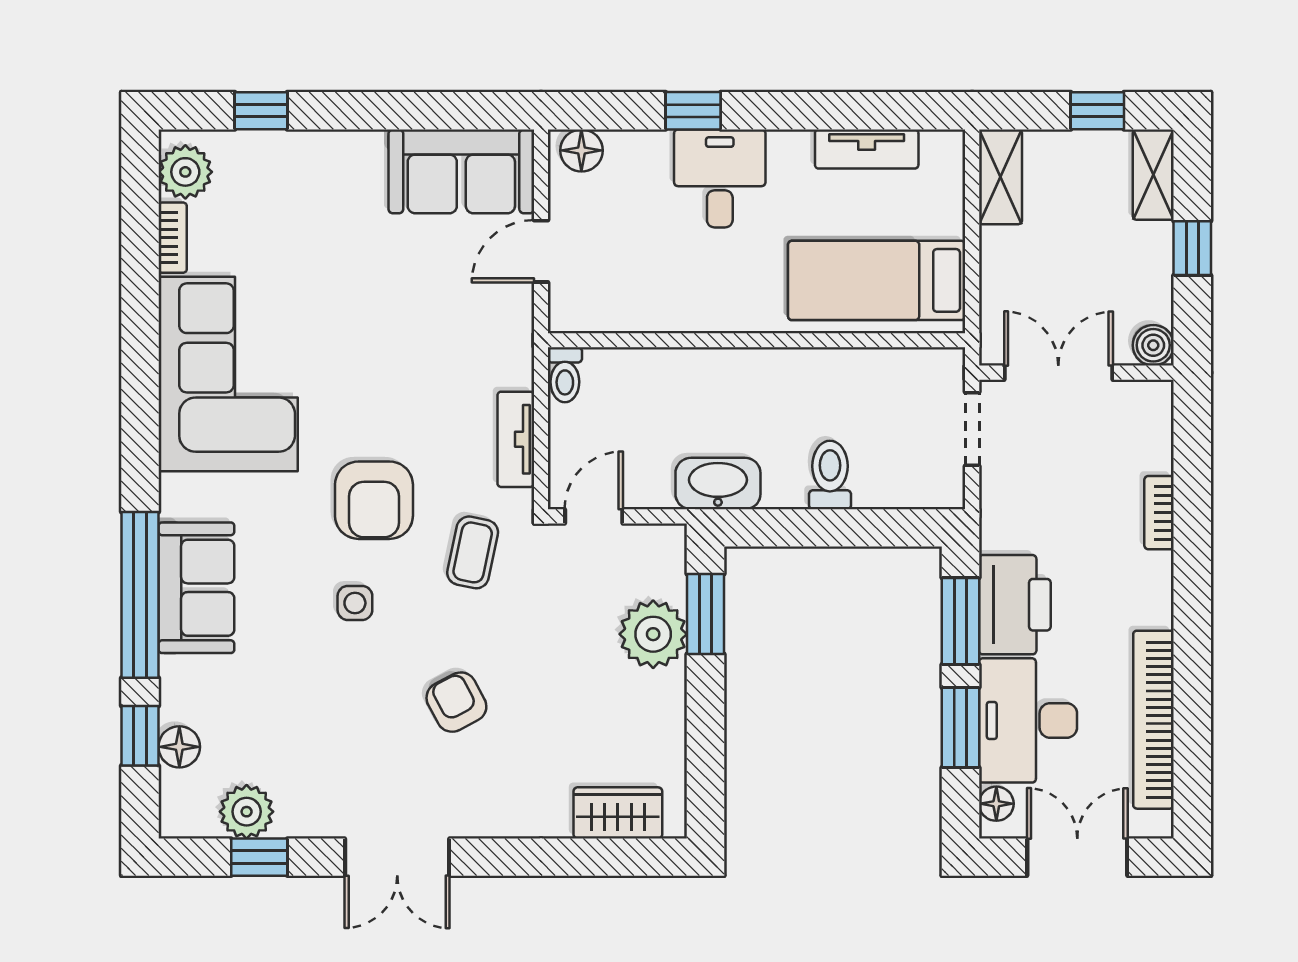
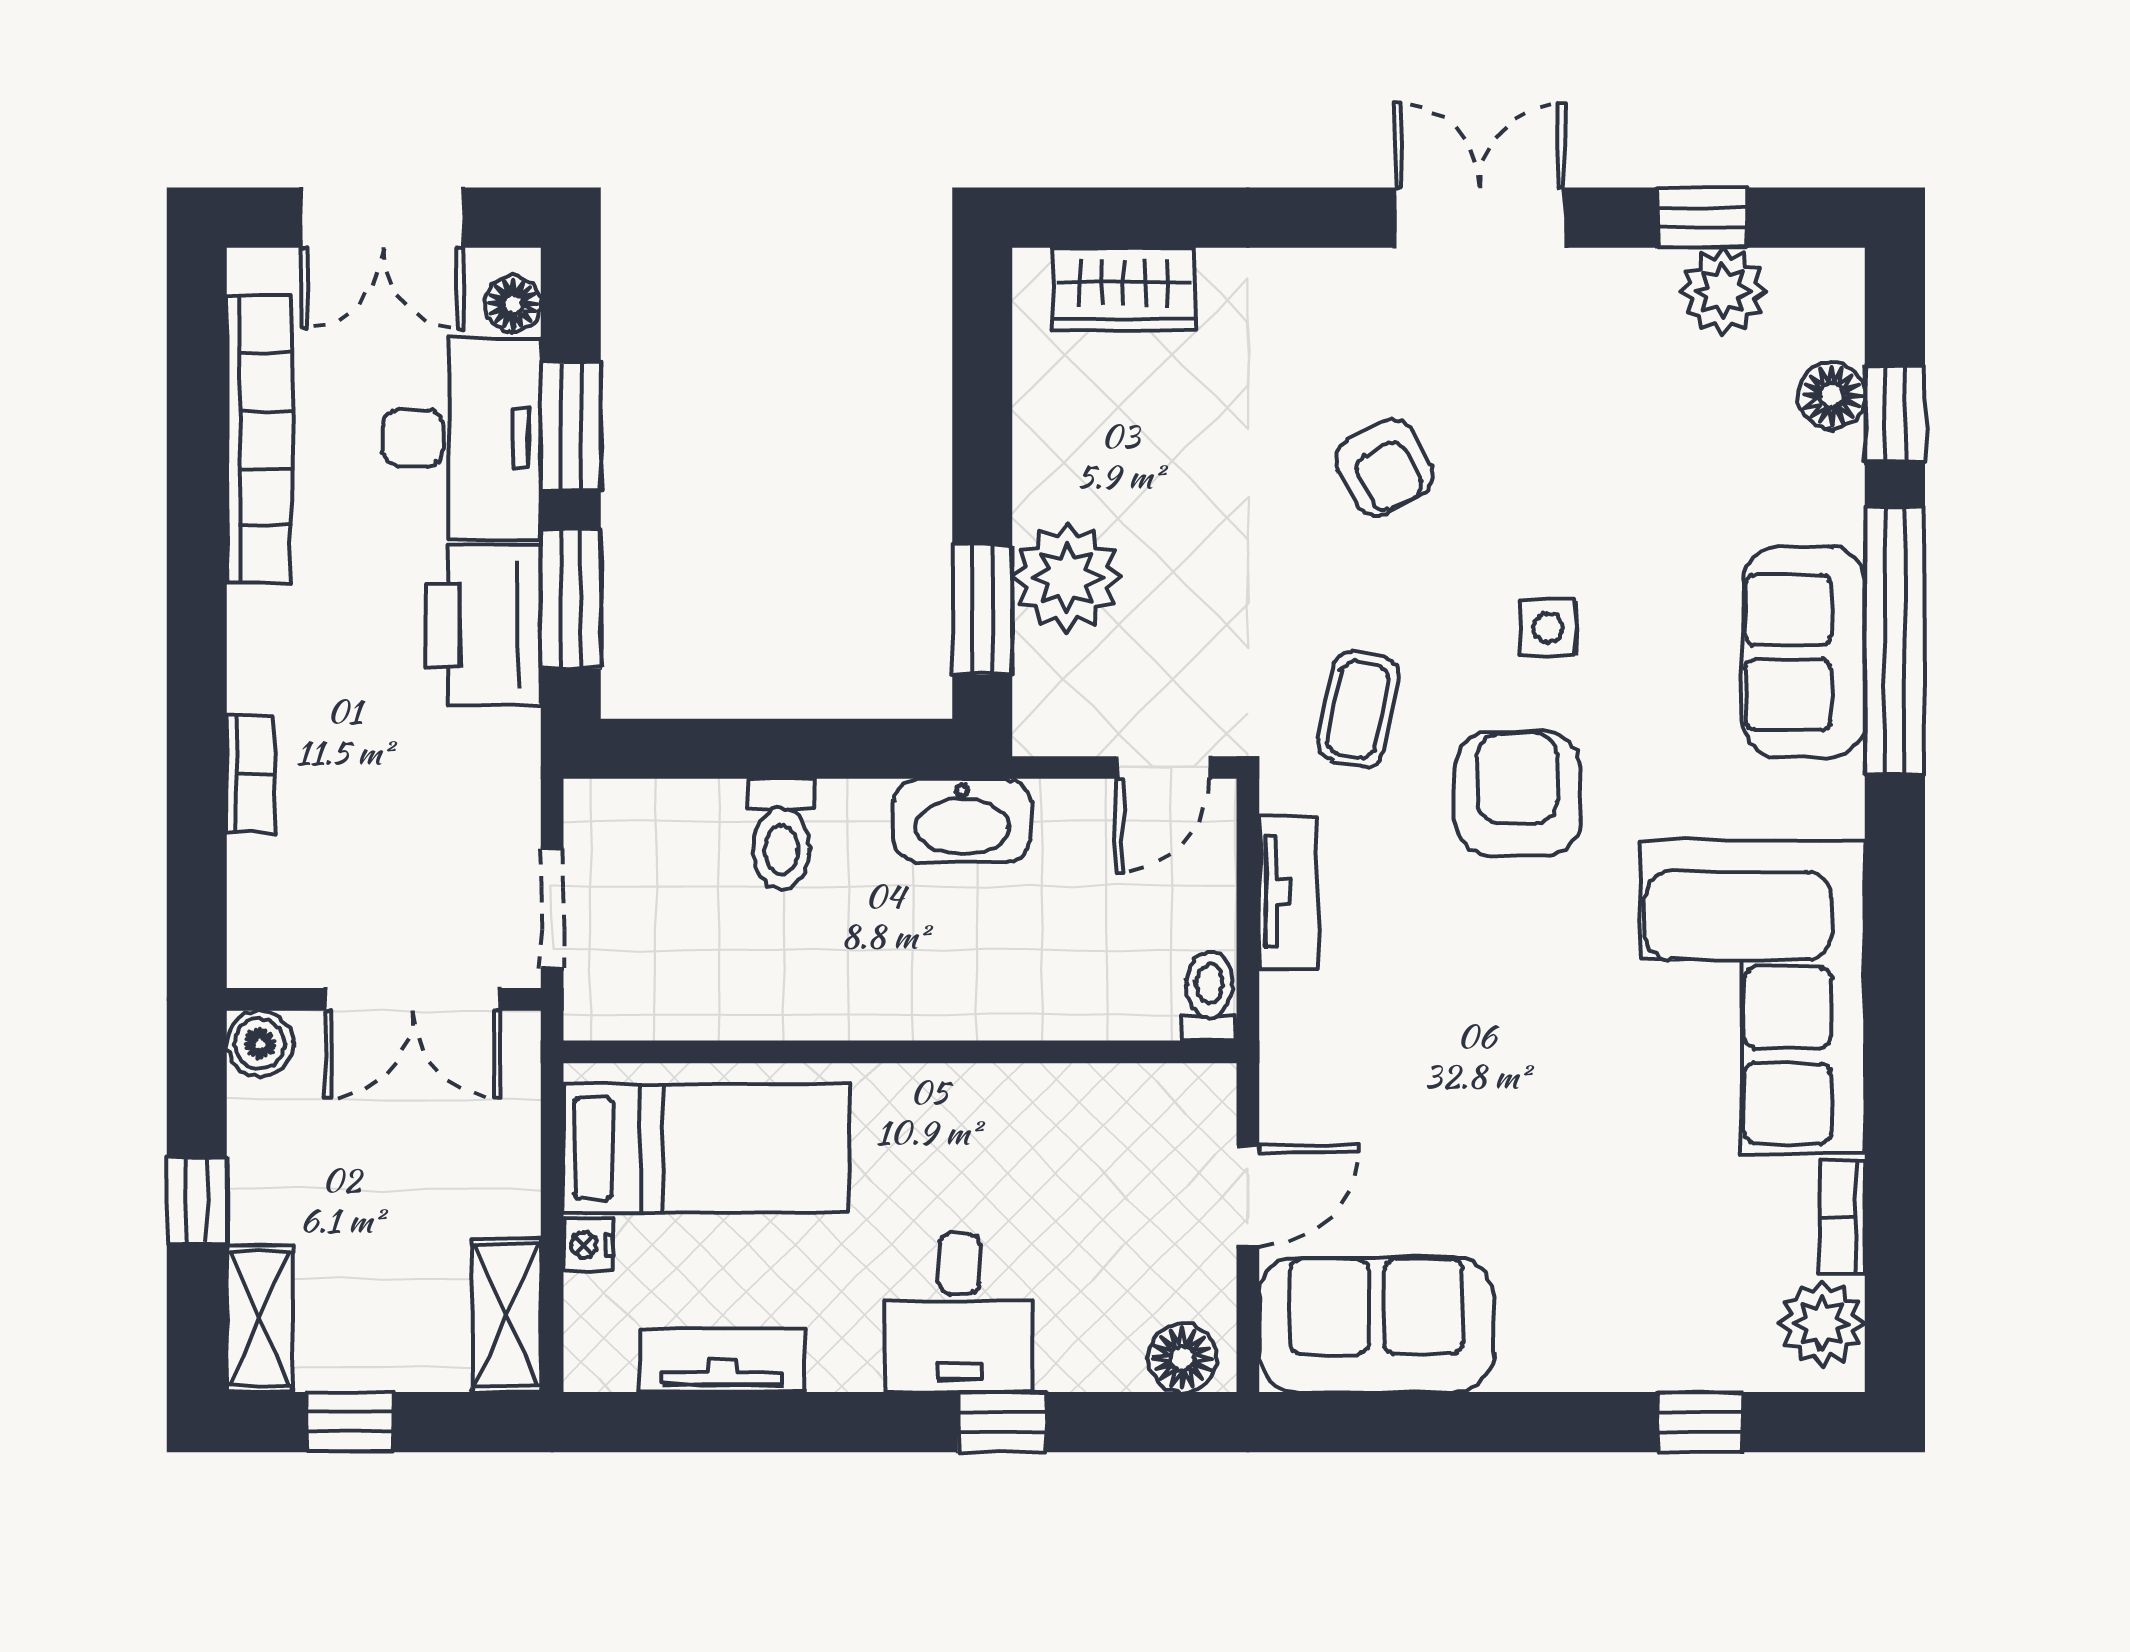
nightstand: (950, 221) -> (588, 1245), added

